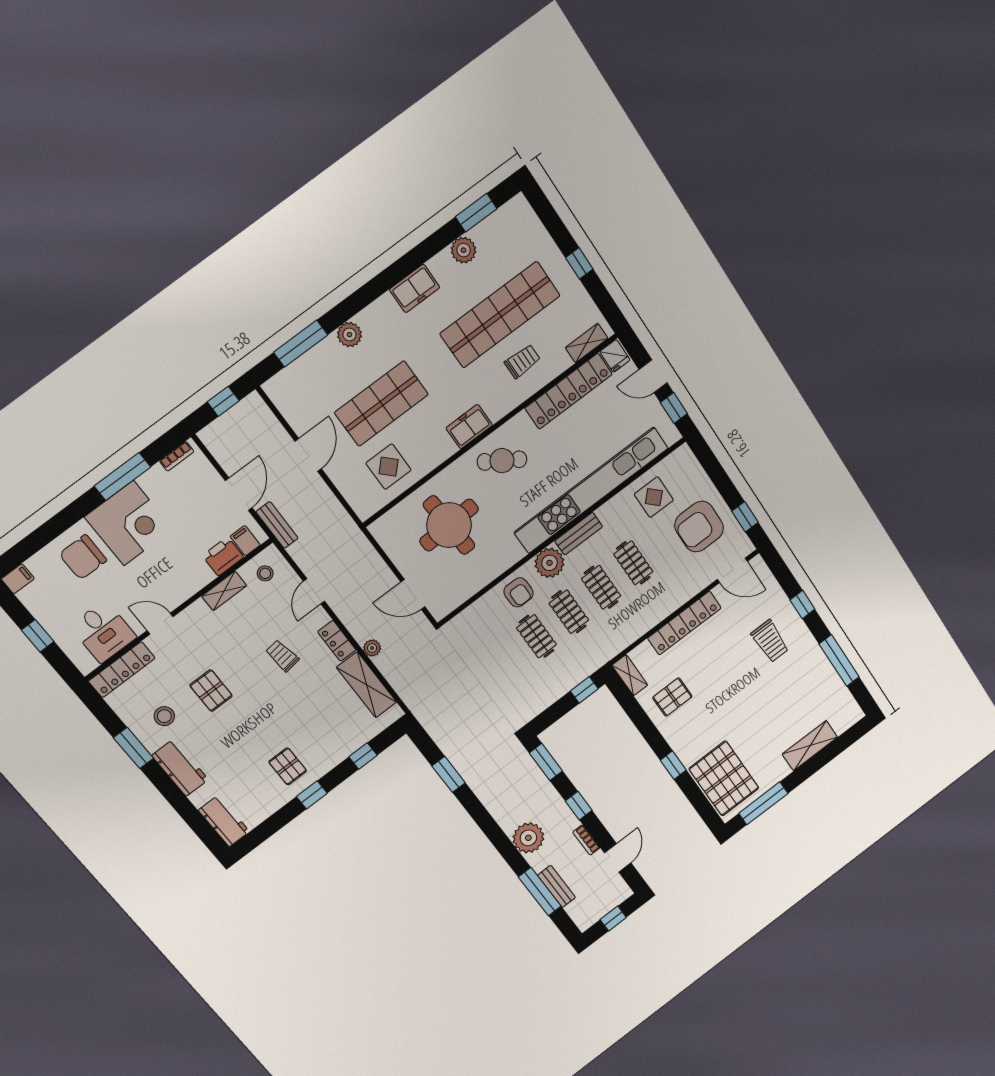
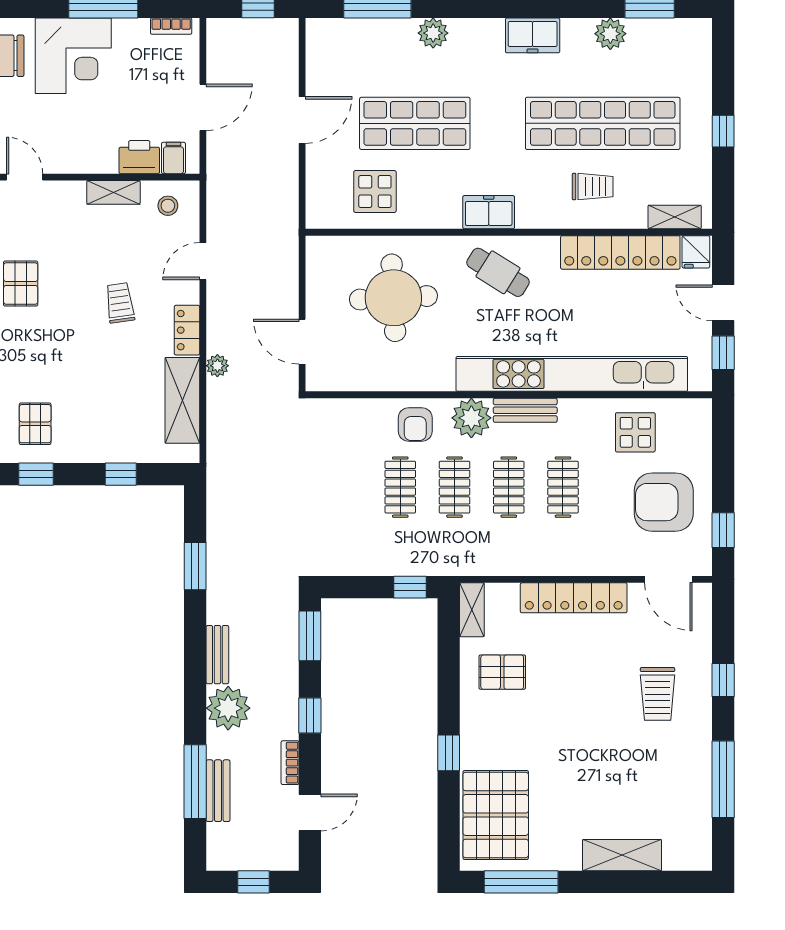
bench: (277, 525) -> (217, 655), moved

